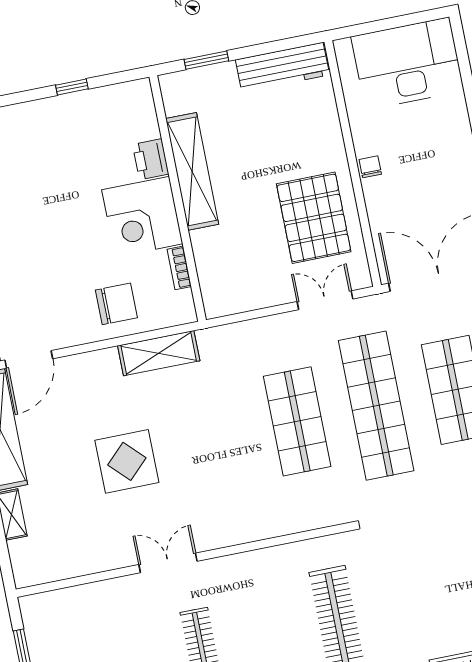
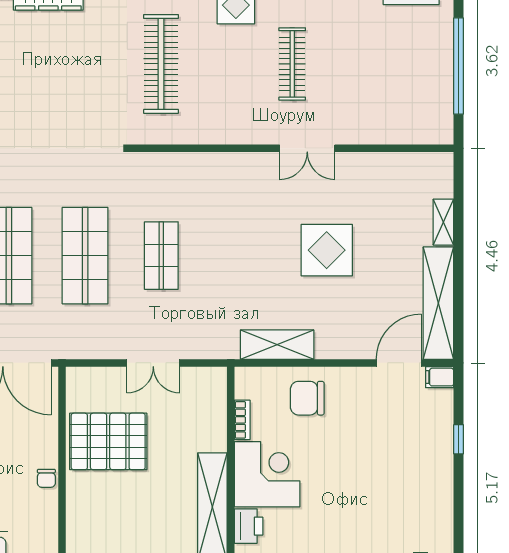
pallet: (314, 218) -> (108, 441), turned 90
double door: (325, 300) -> (153, 363), moved
shop shelf: (376, 406) -> (85, 256), width x0.71
shop shelf: (297, 421) -> (161, 256), width x0.70, depth x0.74

